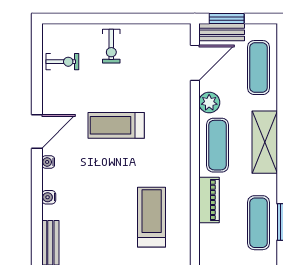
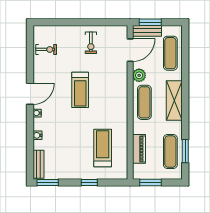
exercise bike: (111, 46) -> (91, 43), moved
treadmill: (116, 125) -> (80, 90), turned -90
piano: (209, 200) -> (139, 149), moved

